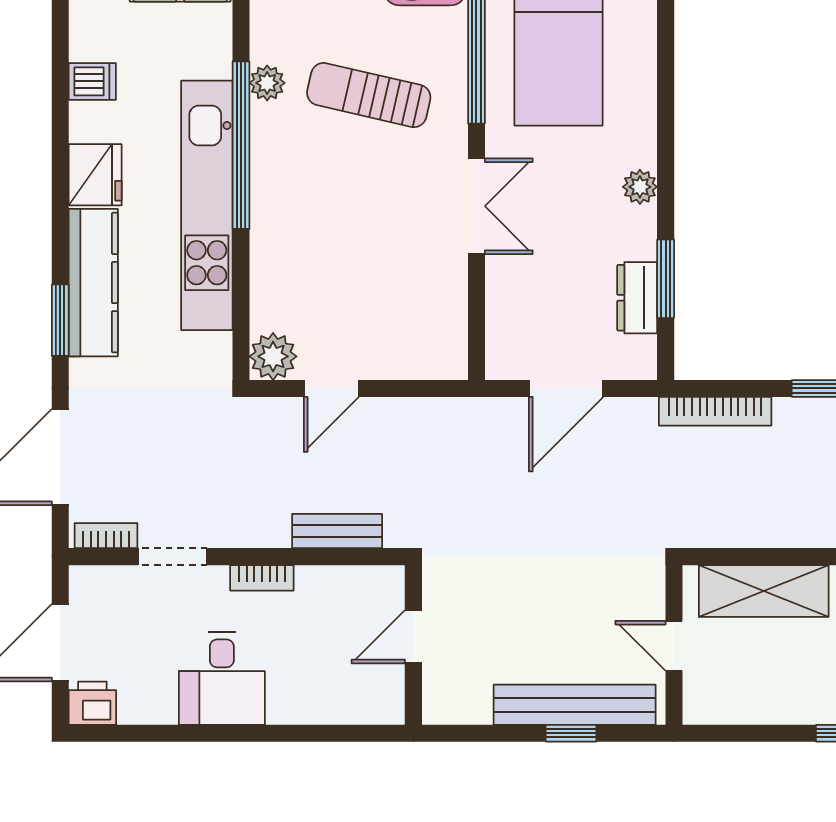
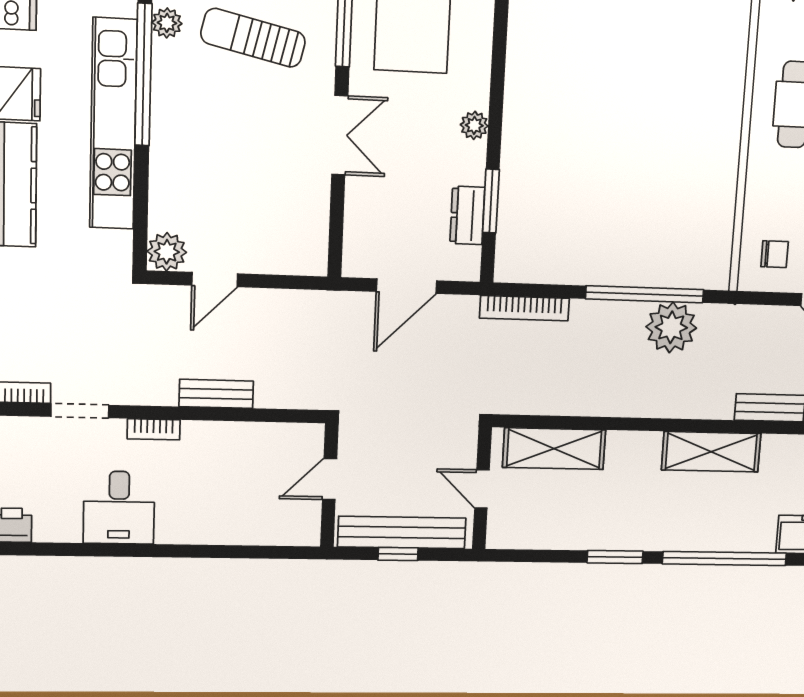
door: (413, 637) -> (330, 479), moved
wall: (413, 645) -> (329, 485), moved

